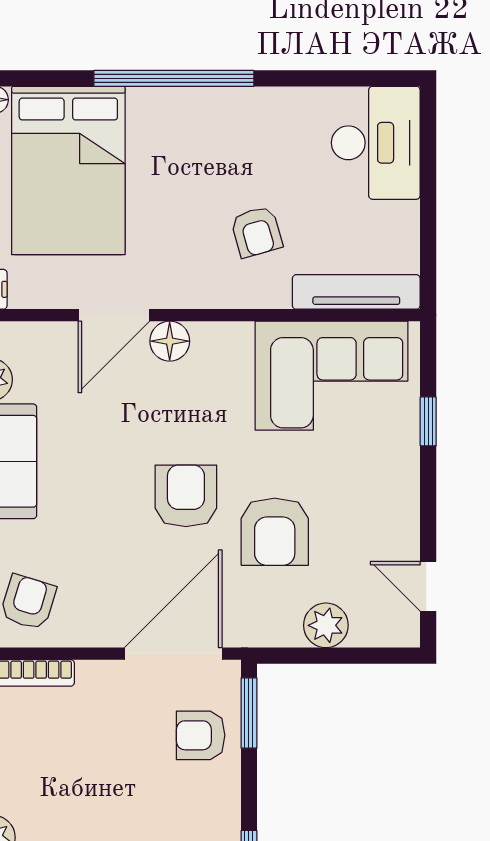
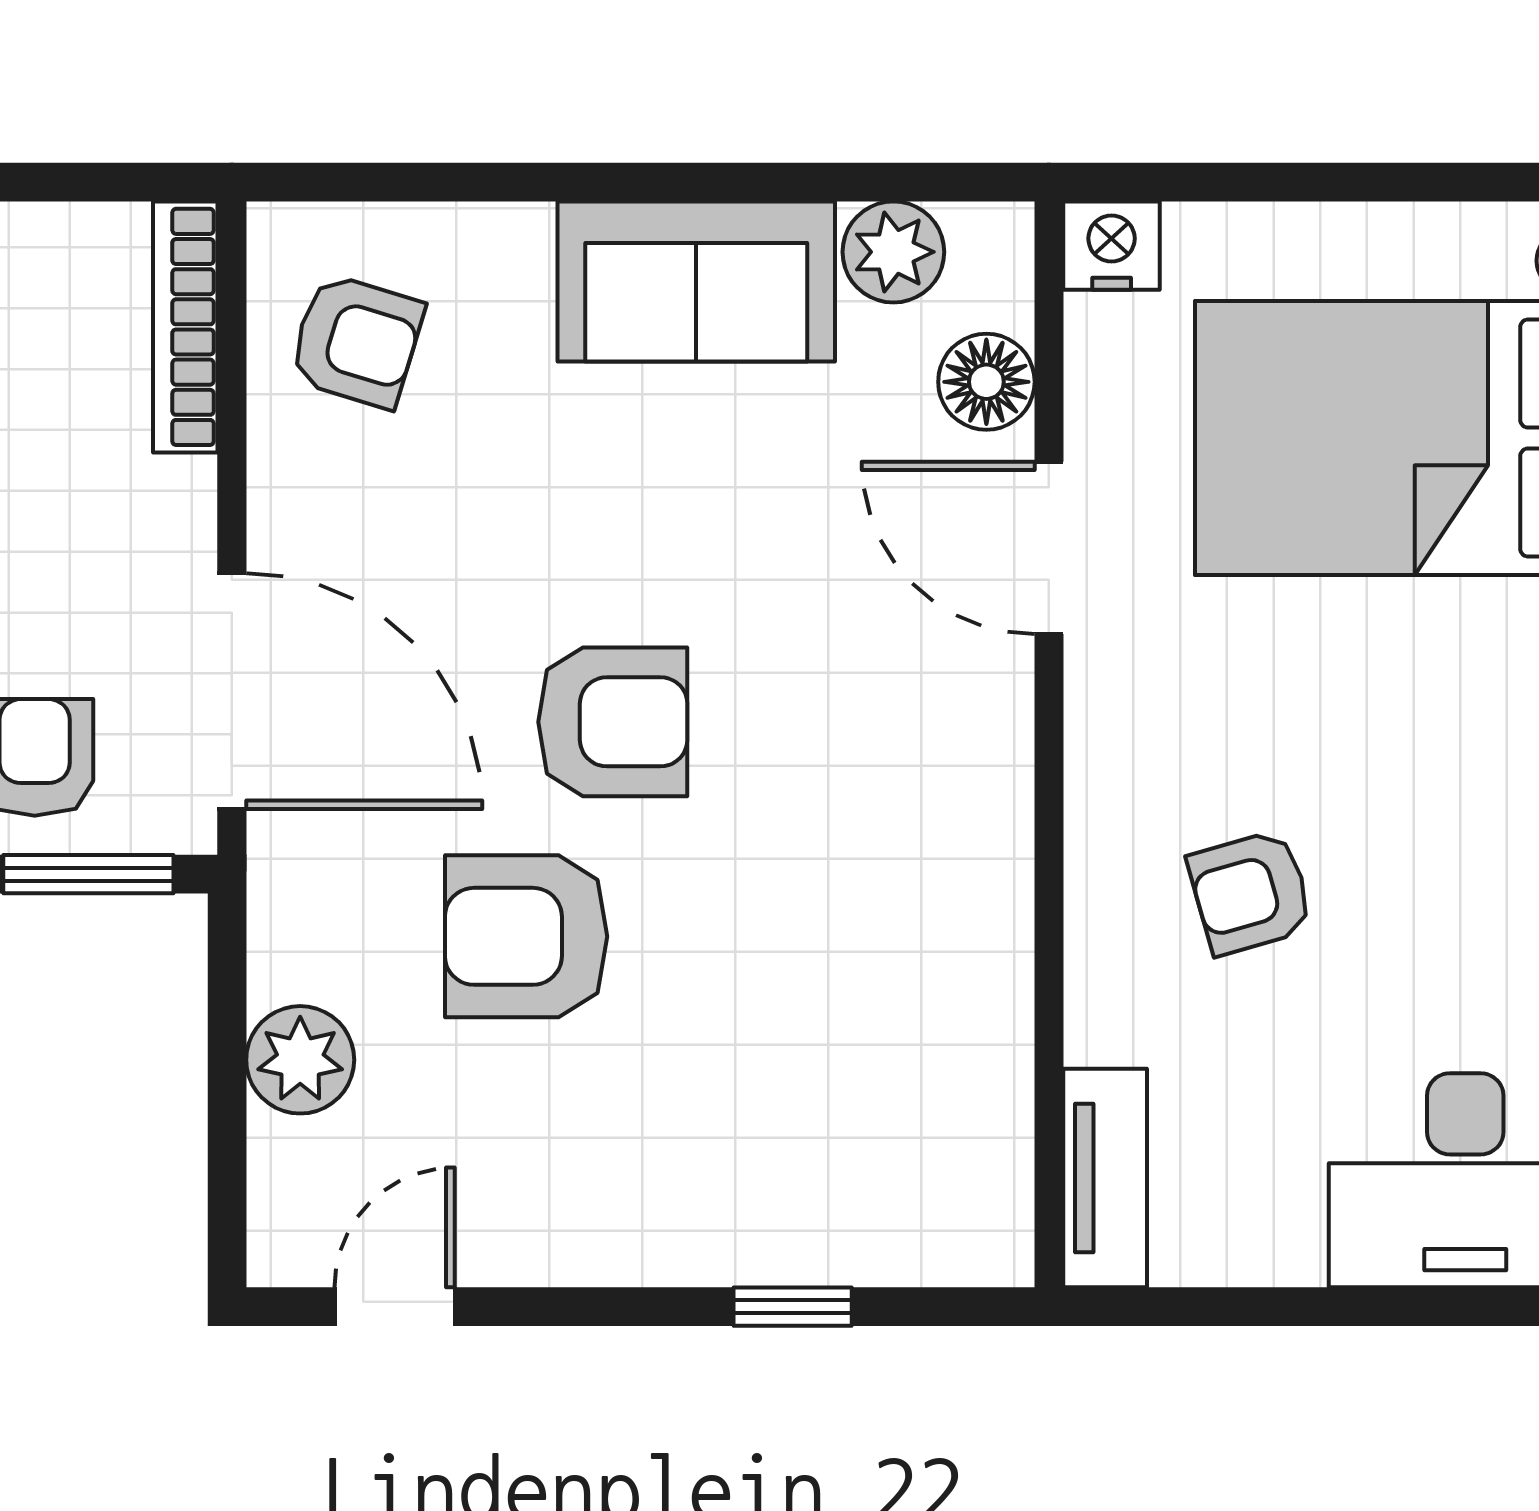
tv unit: (356, 292) -> (1105, 1178), width x0.71
floor lamp: (170, 341) -> (986, 382), moved
corner sofa: (332, 376) -> (903, 1074), removed

